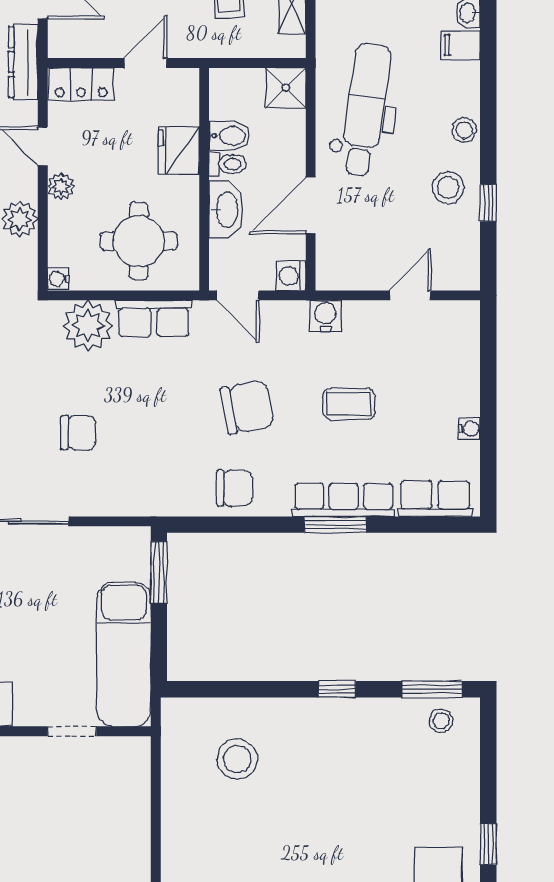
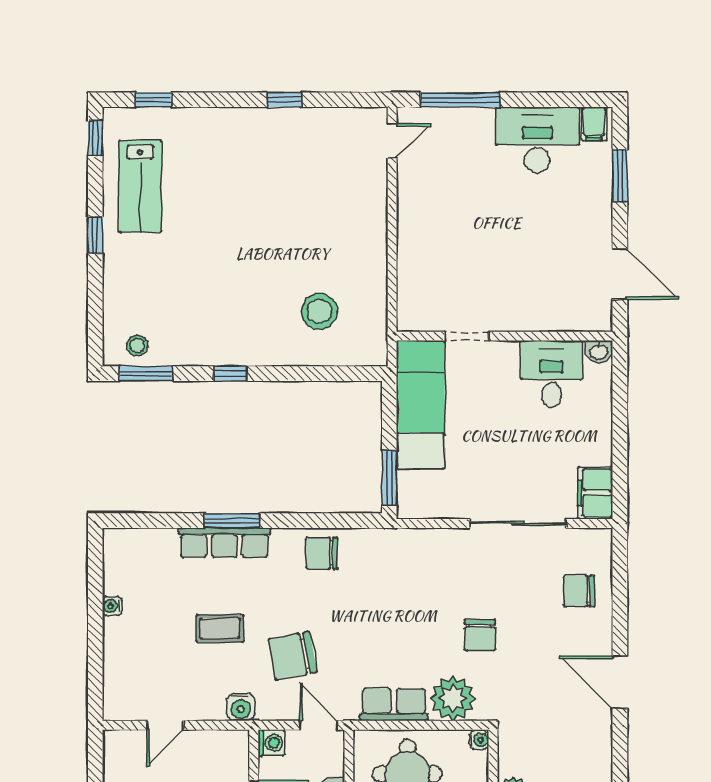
chair: (247, 407) -> (293, 656), moved
chair: (78, 433) -> (480, 635), moved, turned -90
row of seats: (435, 499) -> (143, 544), removed

